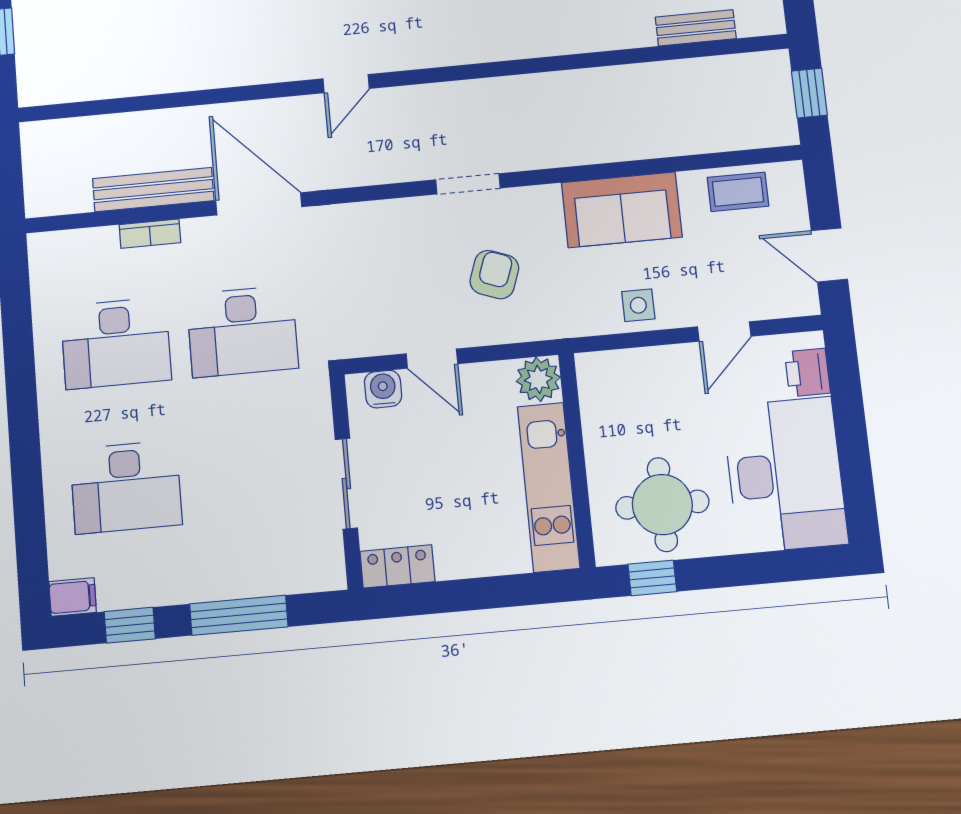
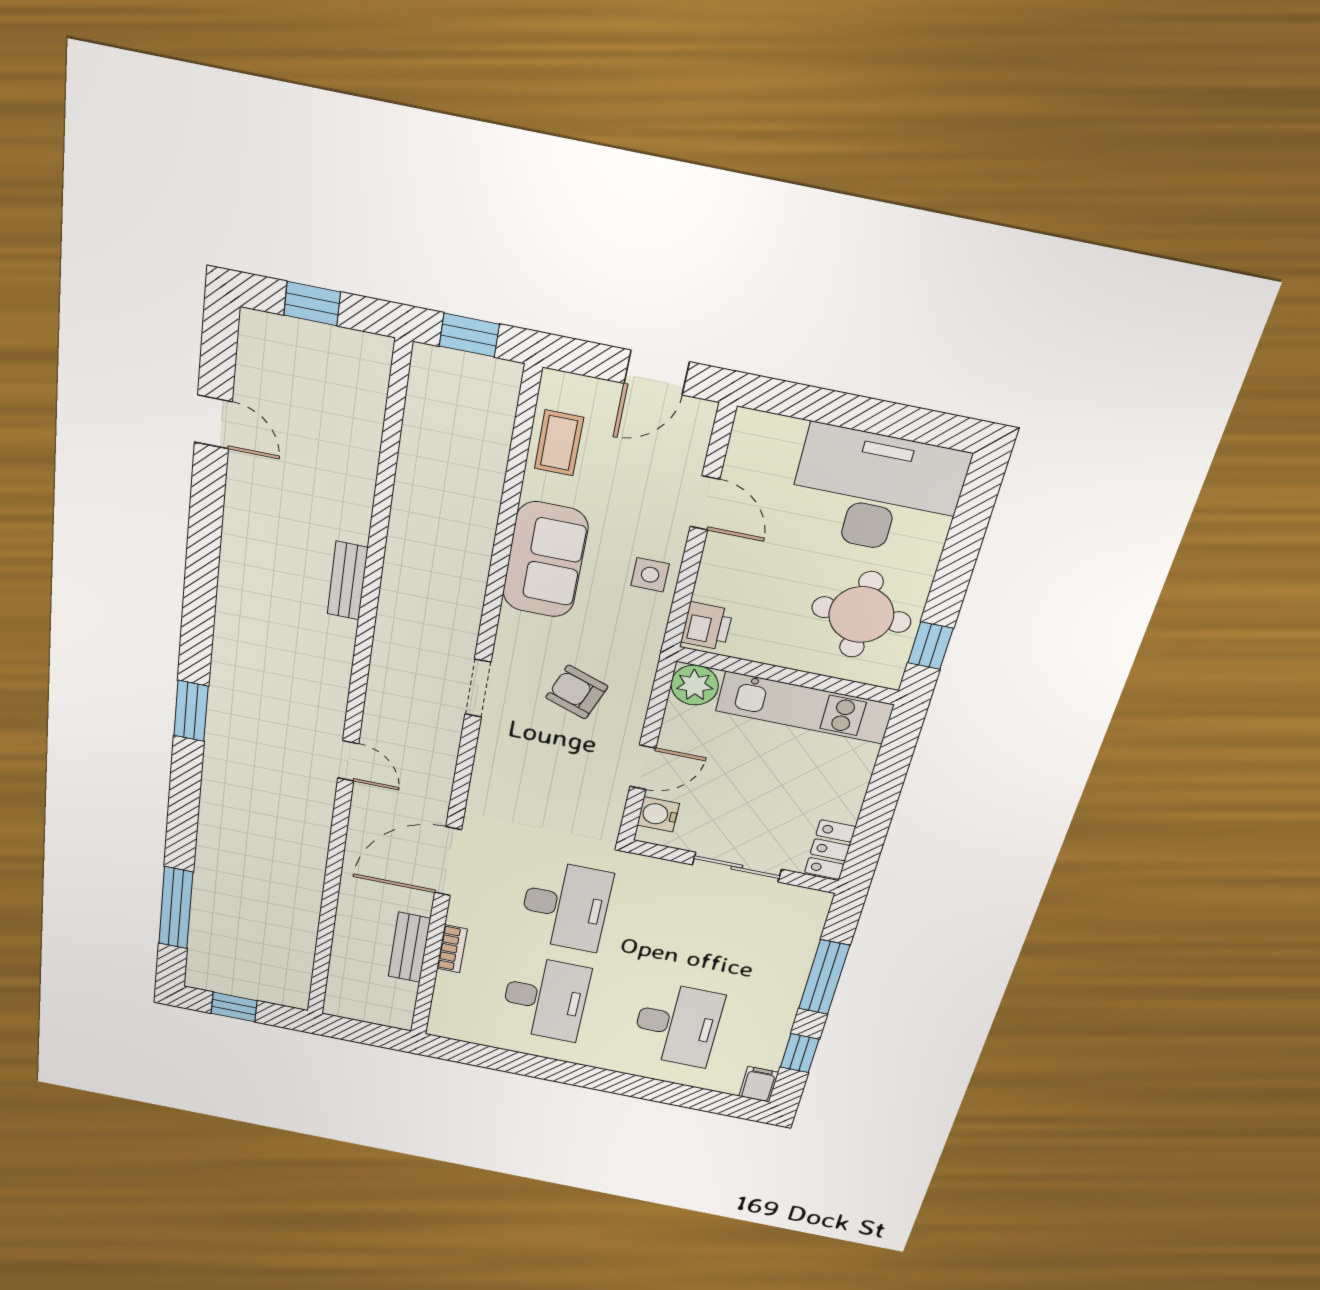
bench: (696, 28) -> (348, 581), moved
bench: (153, 190) -> (409, 947), width x0.73
printer: (807, 372) -> (707, 626), moved, turned -90

